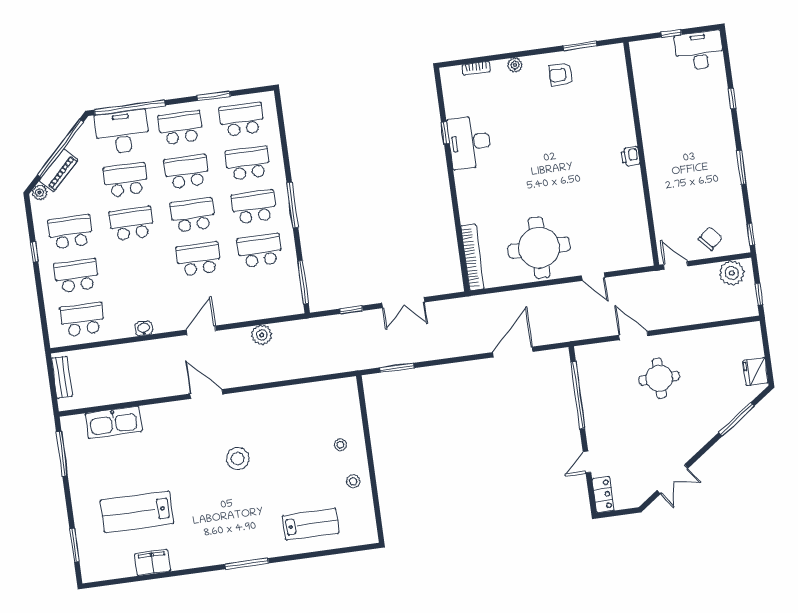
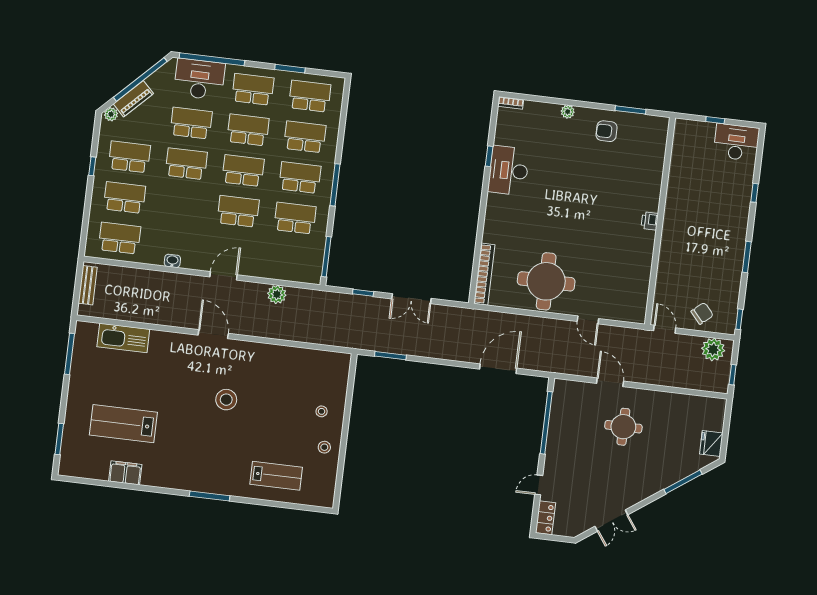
bookcase: (476, 68) -> (511, 103), moved

